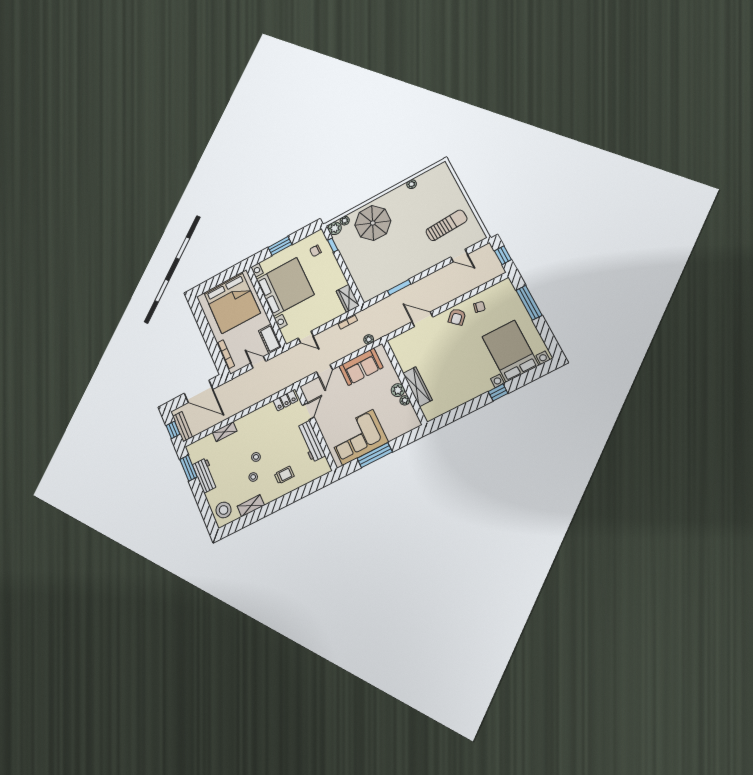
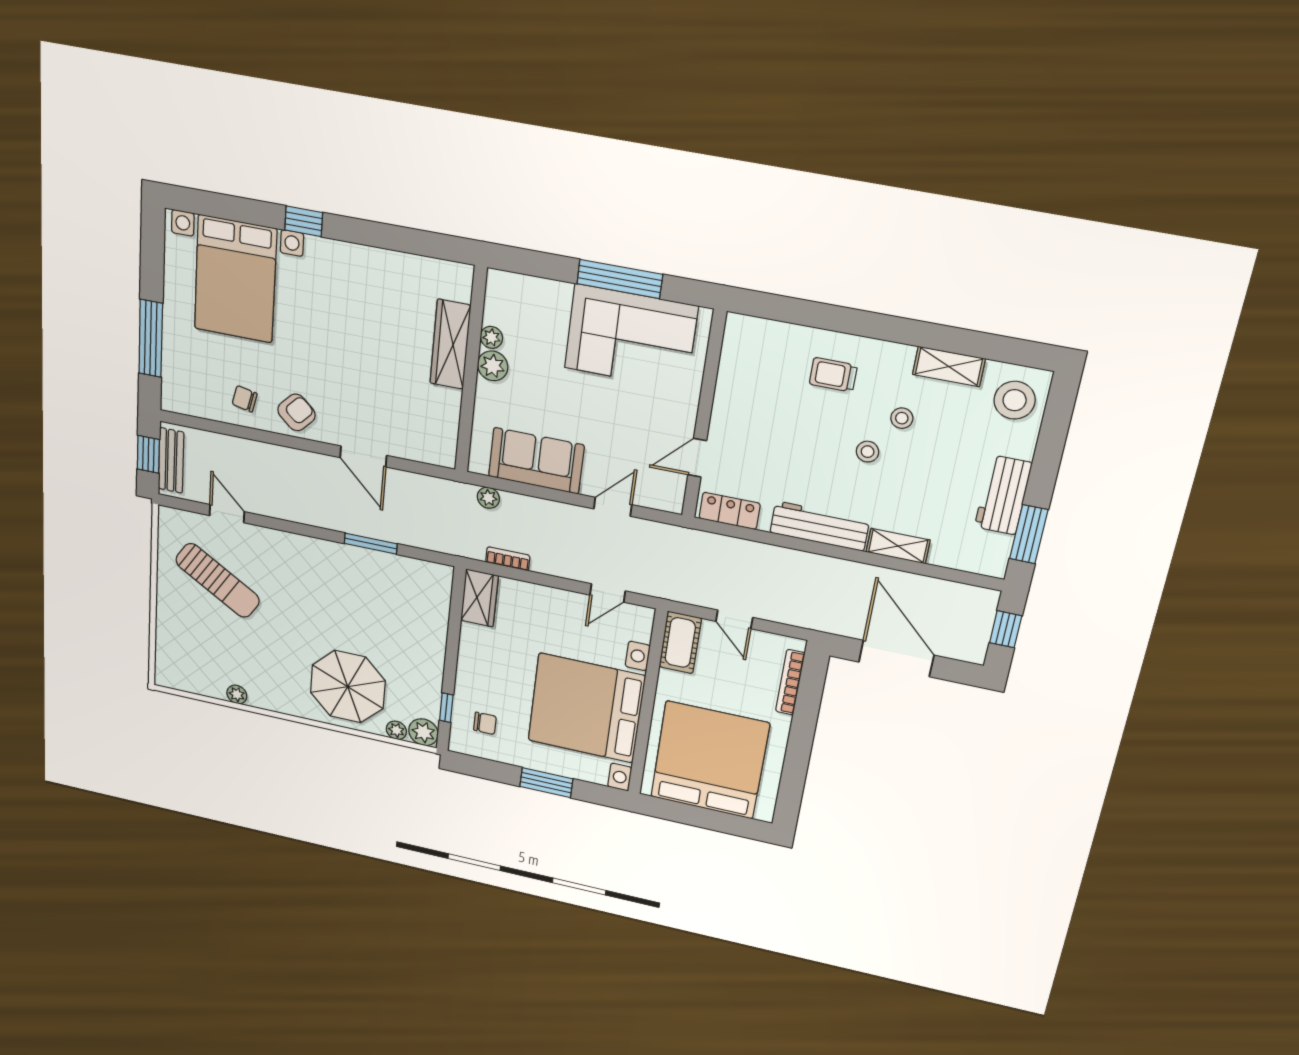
sun lounger: (447, 225) -> (218, 580), turned -145
door: (306, 337) -> (608, 593), swing flipped
bench: (182, 426) -> (171, 460), moved
workbench: (311, 441) -> (820, 526), moved, turned -90

